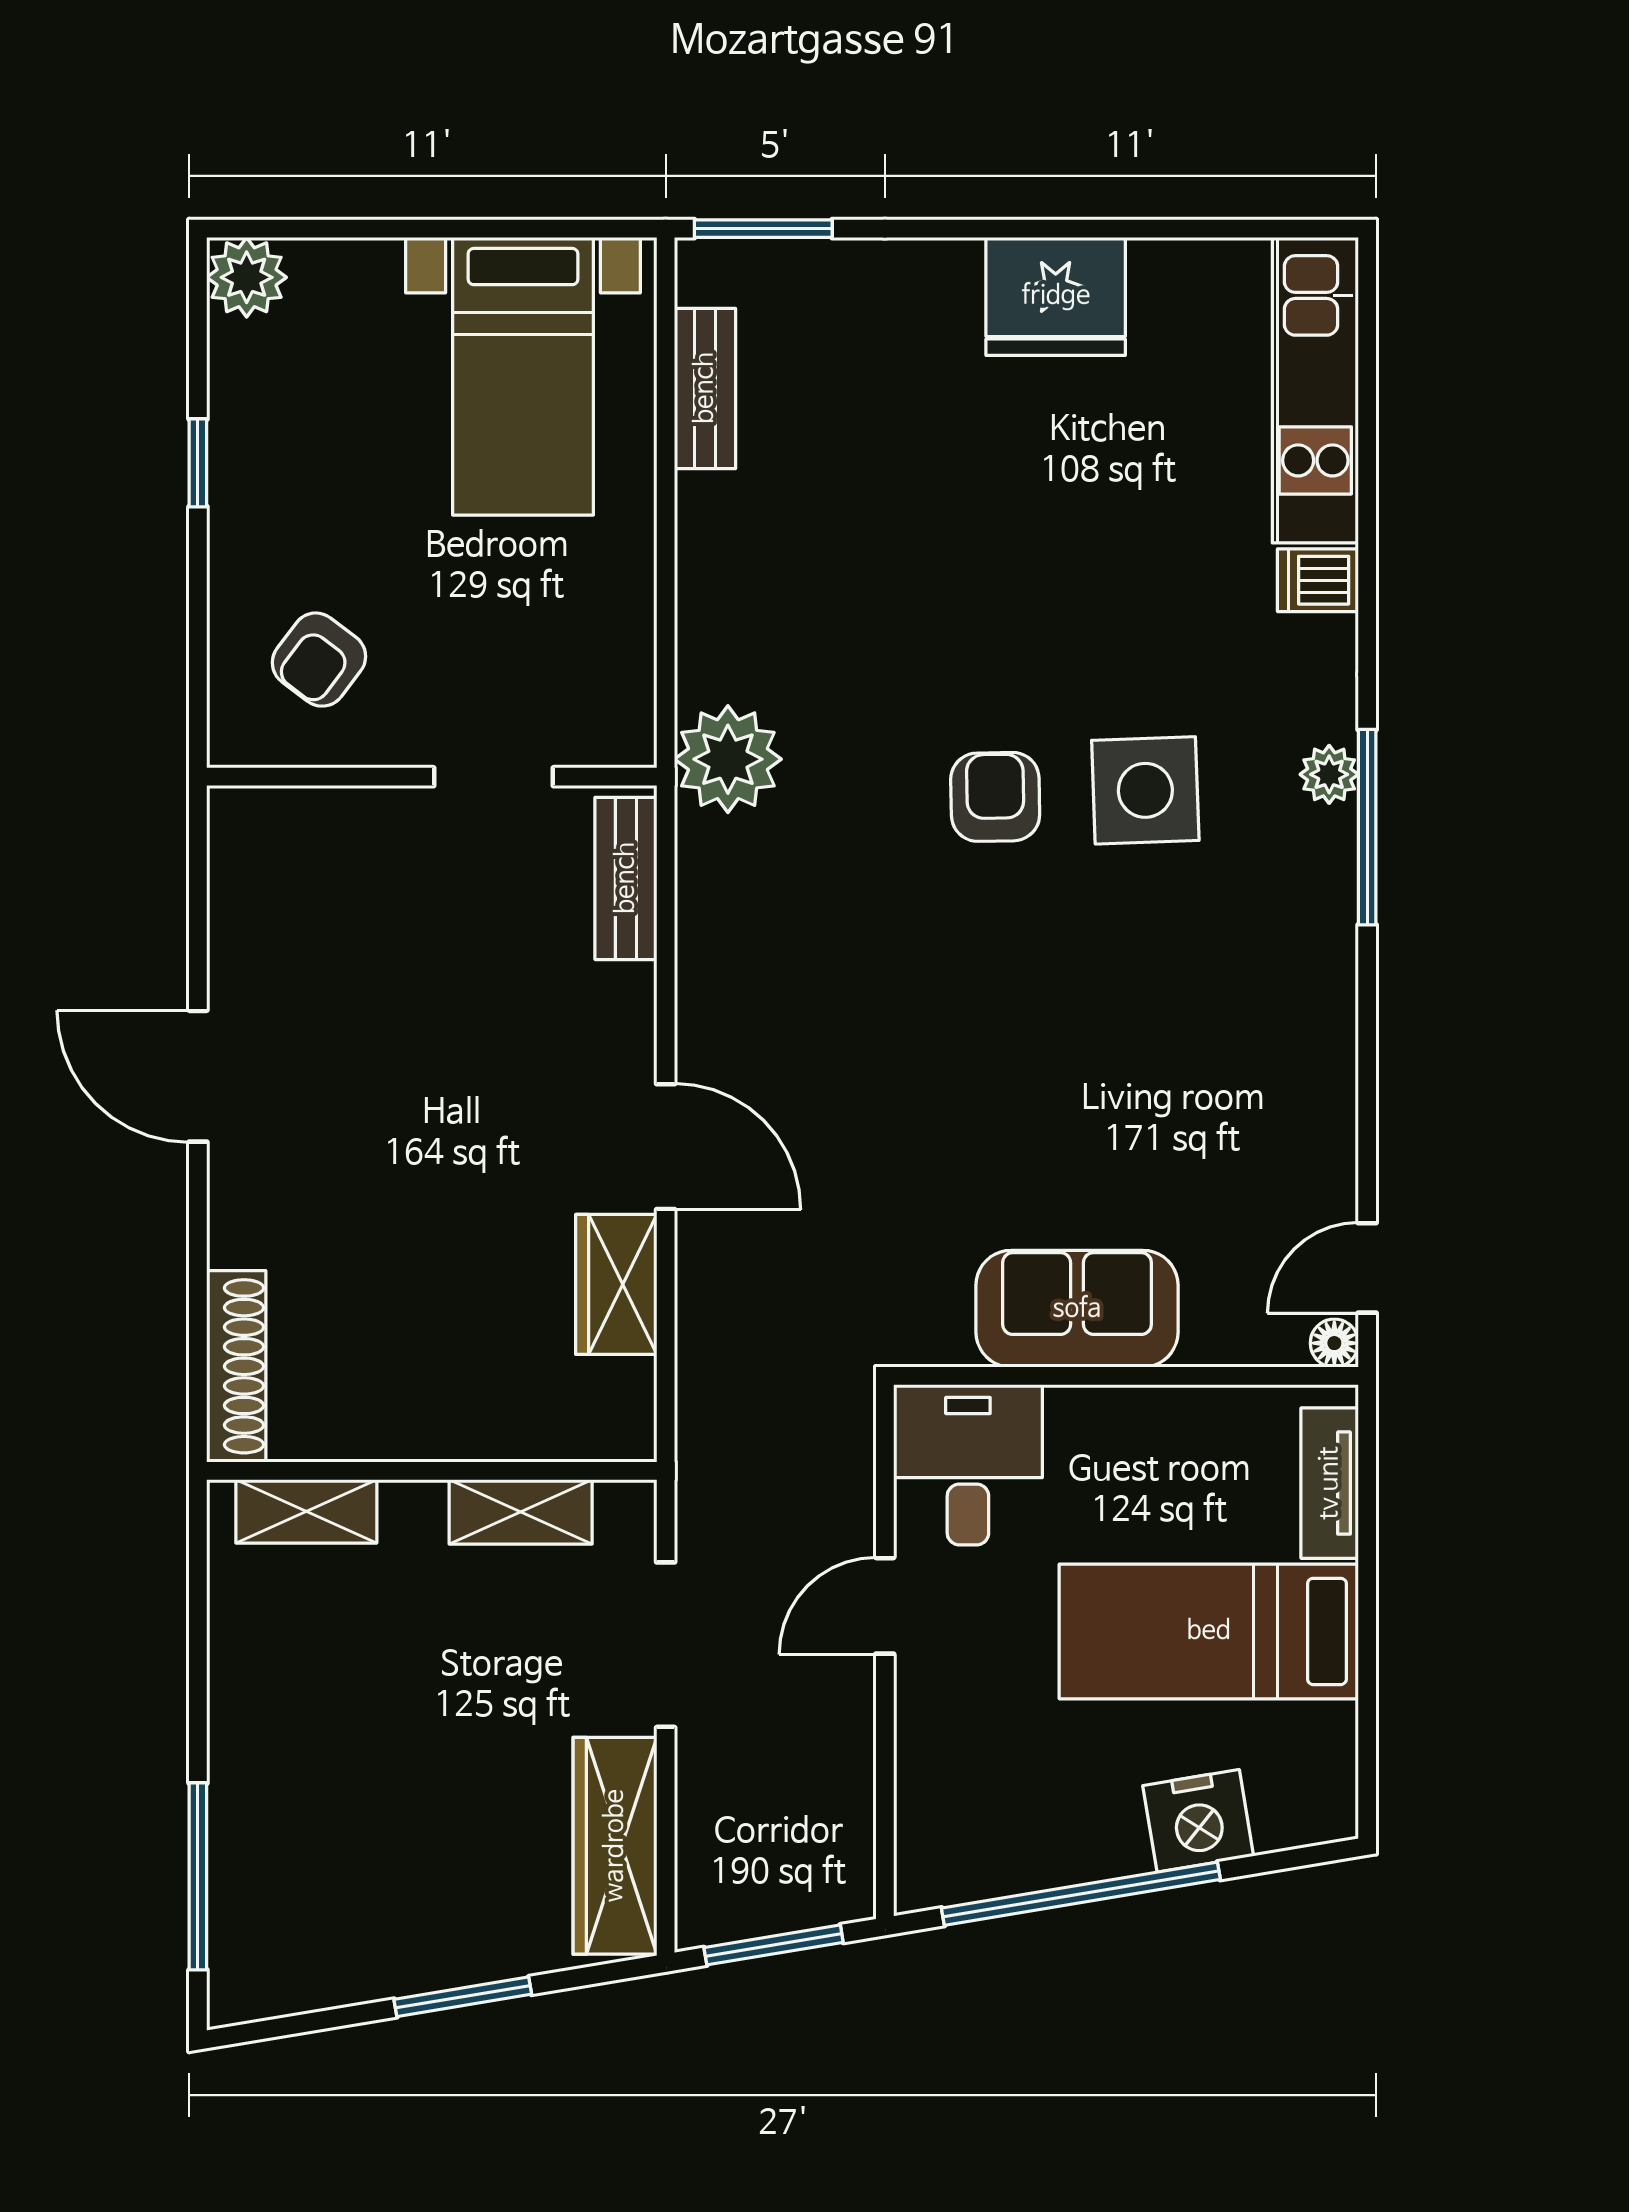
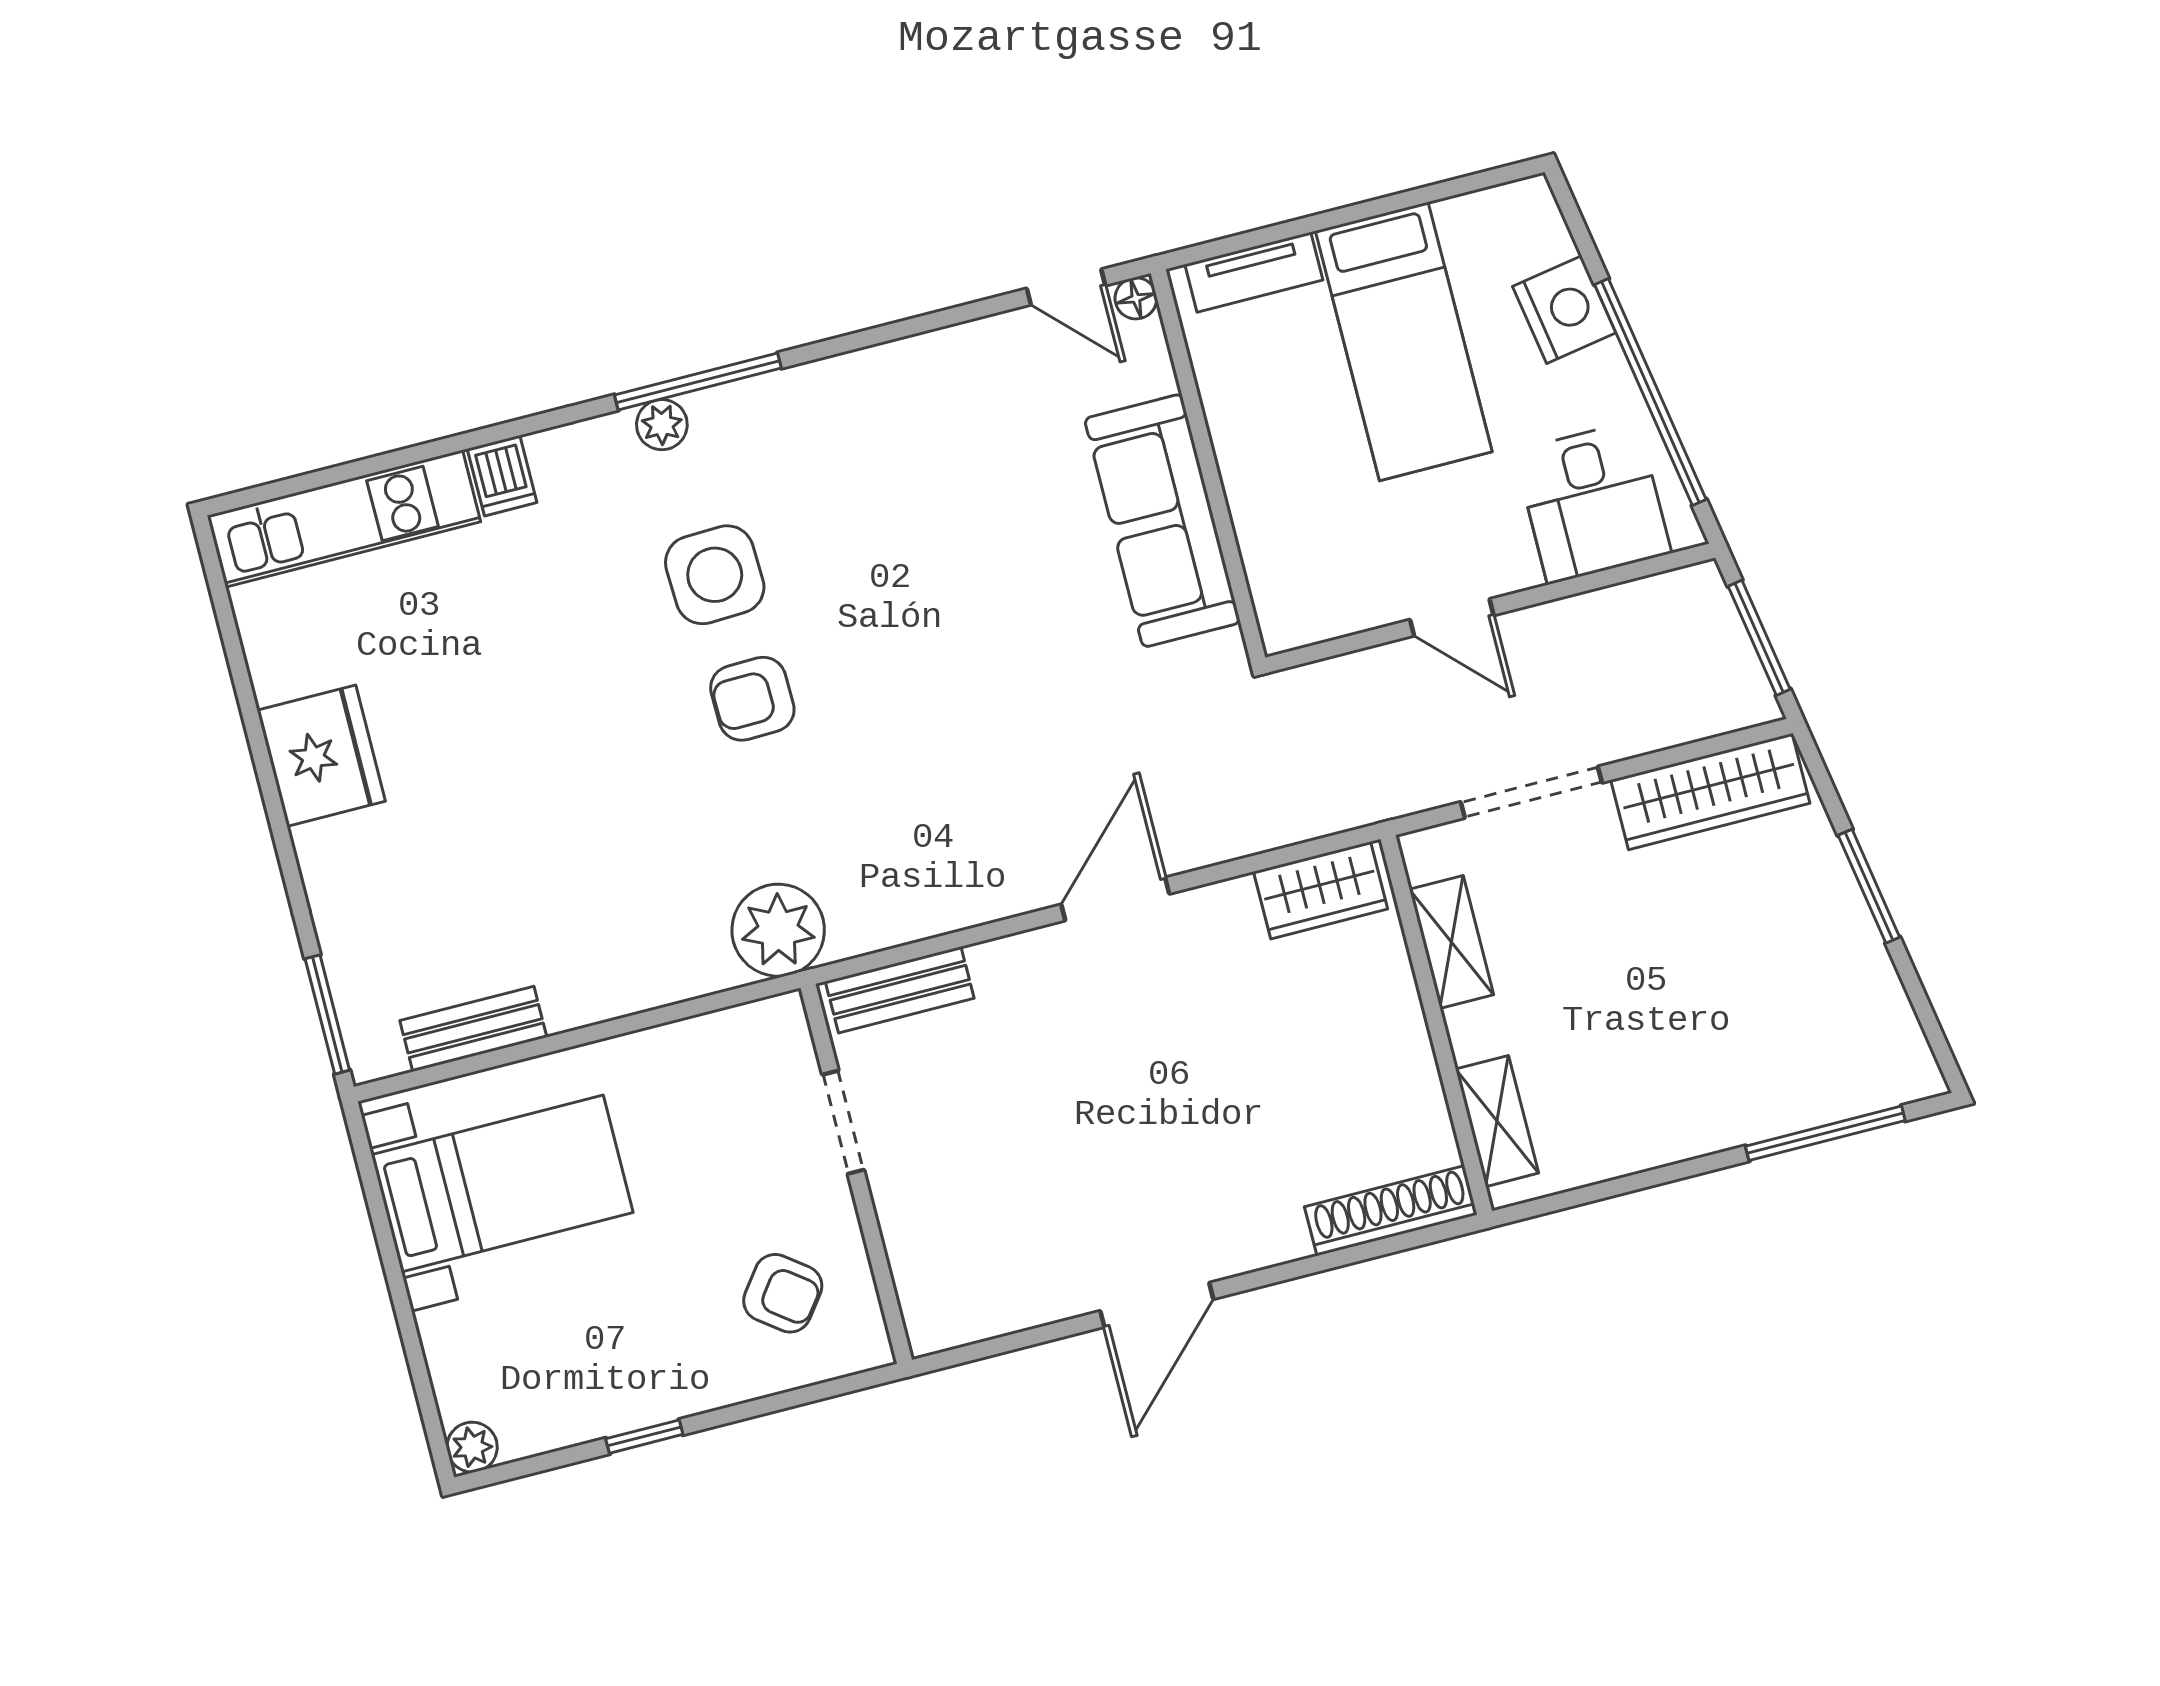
plant: (247, 277) -> (472, 1447), width x0.73, depth x0.73
wardrobe: (616, 1284) -> (1321, 890), moved
sofa: (1077, 1309) -> (1162, 521), width x1.36
desk: (968, 1465) -> (1593, 502), moved, turned -90

